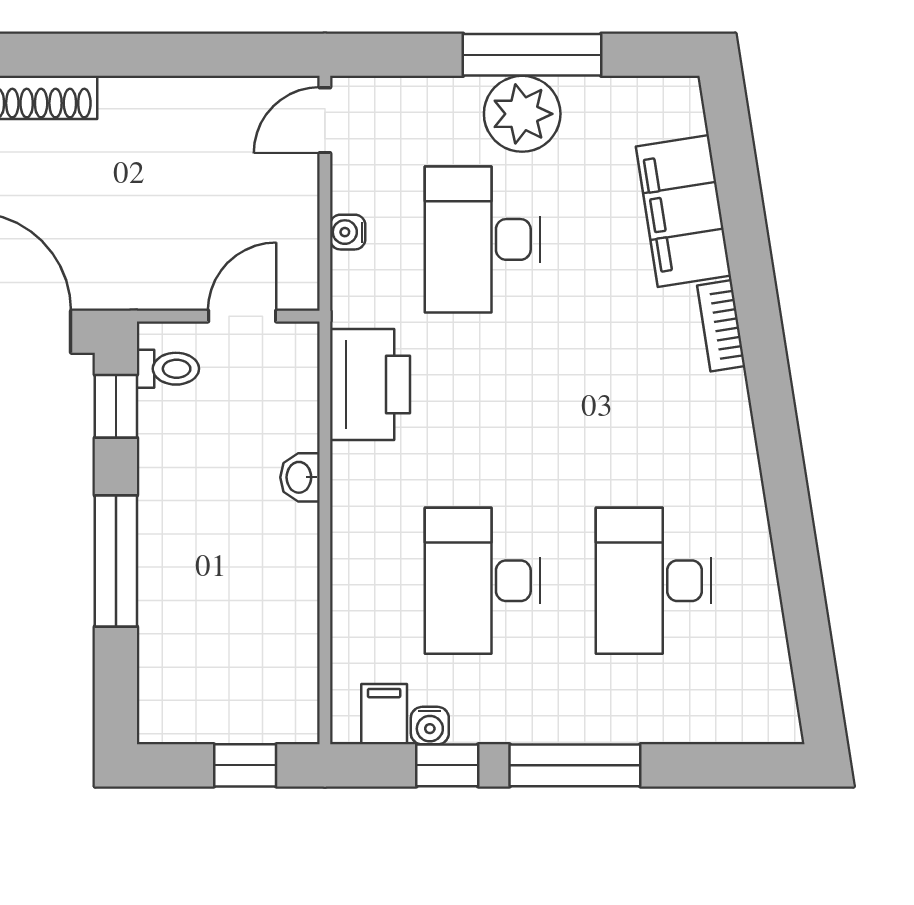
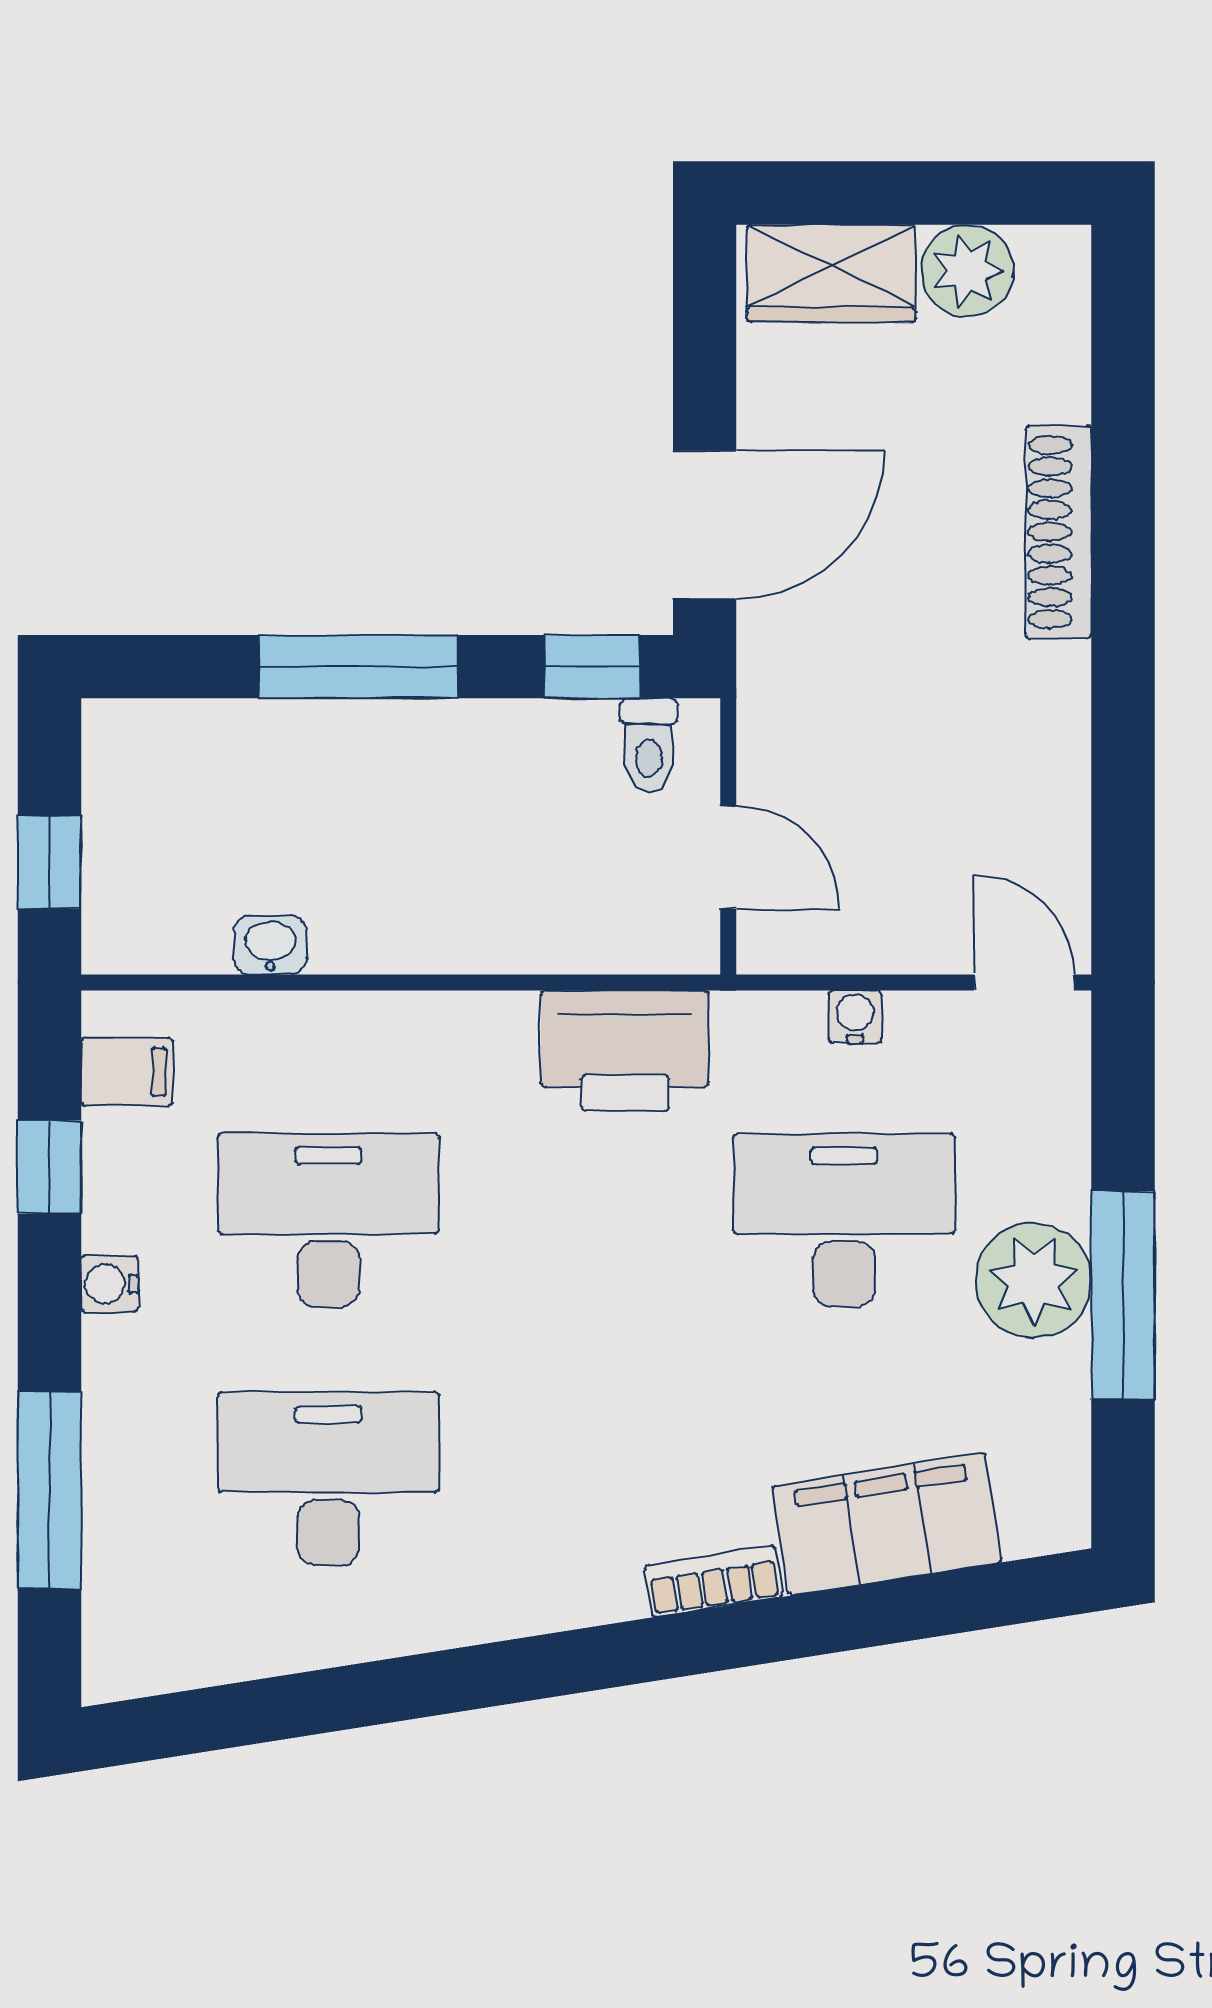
washbasin: (300, 477) -> (270, 945), moved
water cooler: (430, 726) -> (110, 1284), moved
window: (575, 765) -> (49, 1490), moved

